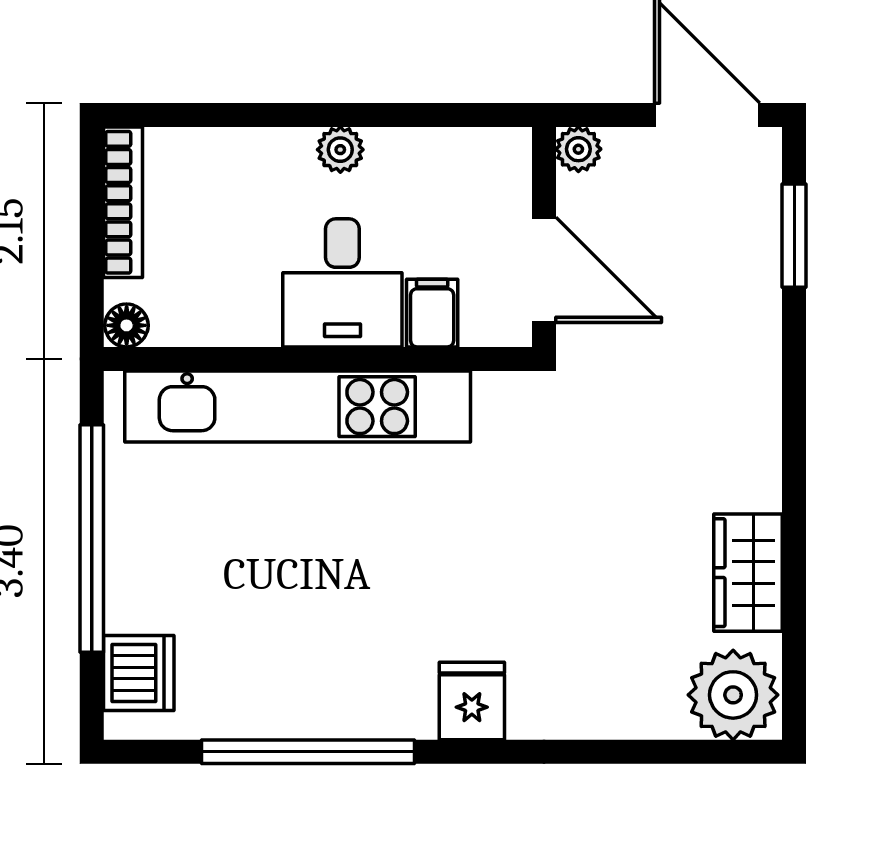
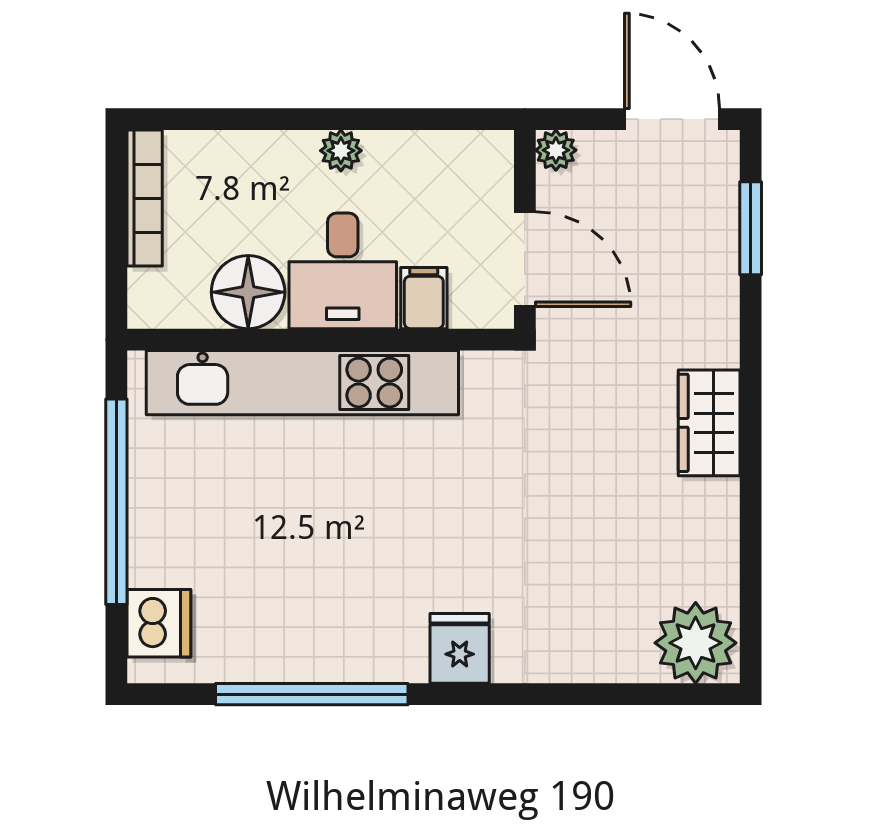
floor lamp: (127, 325) -> (248, 292), moved, width x1.89, depth x1.89
wardrobe: (748, 573) -> (709, 423), moved

